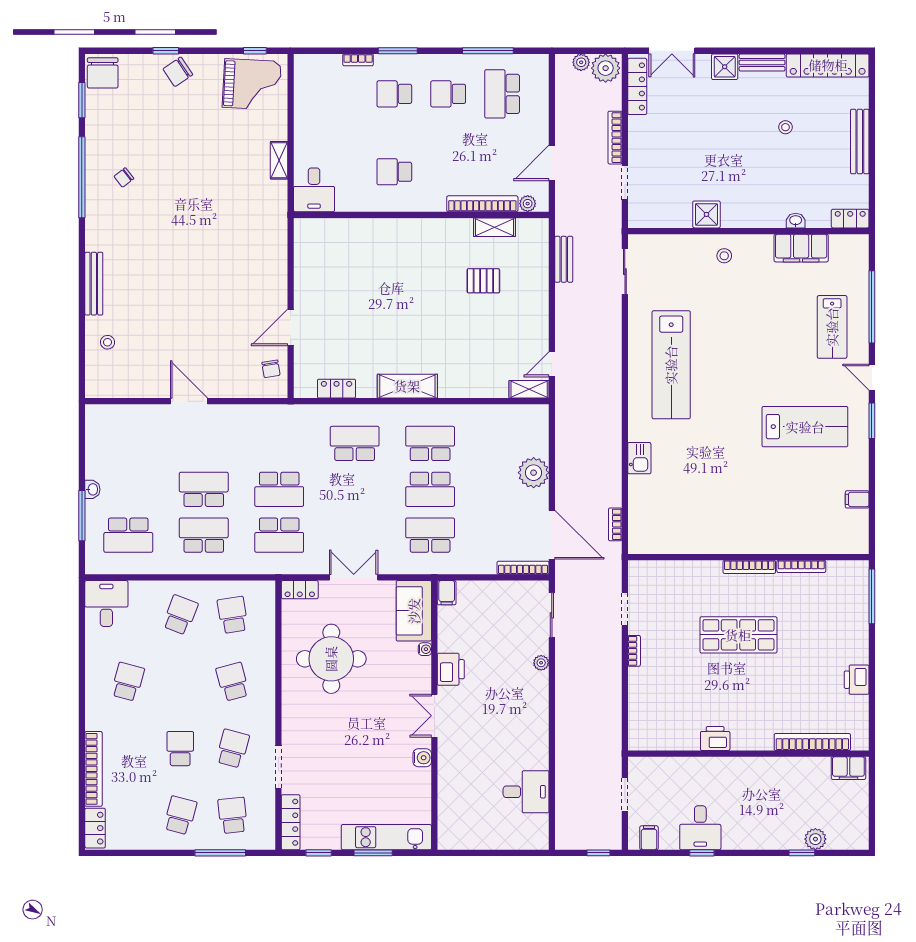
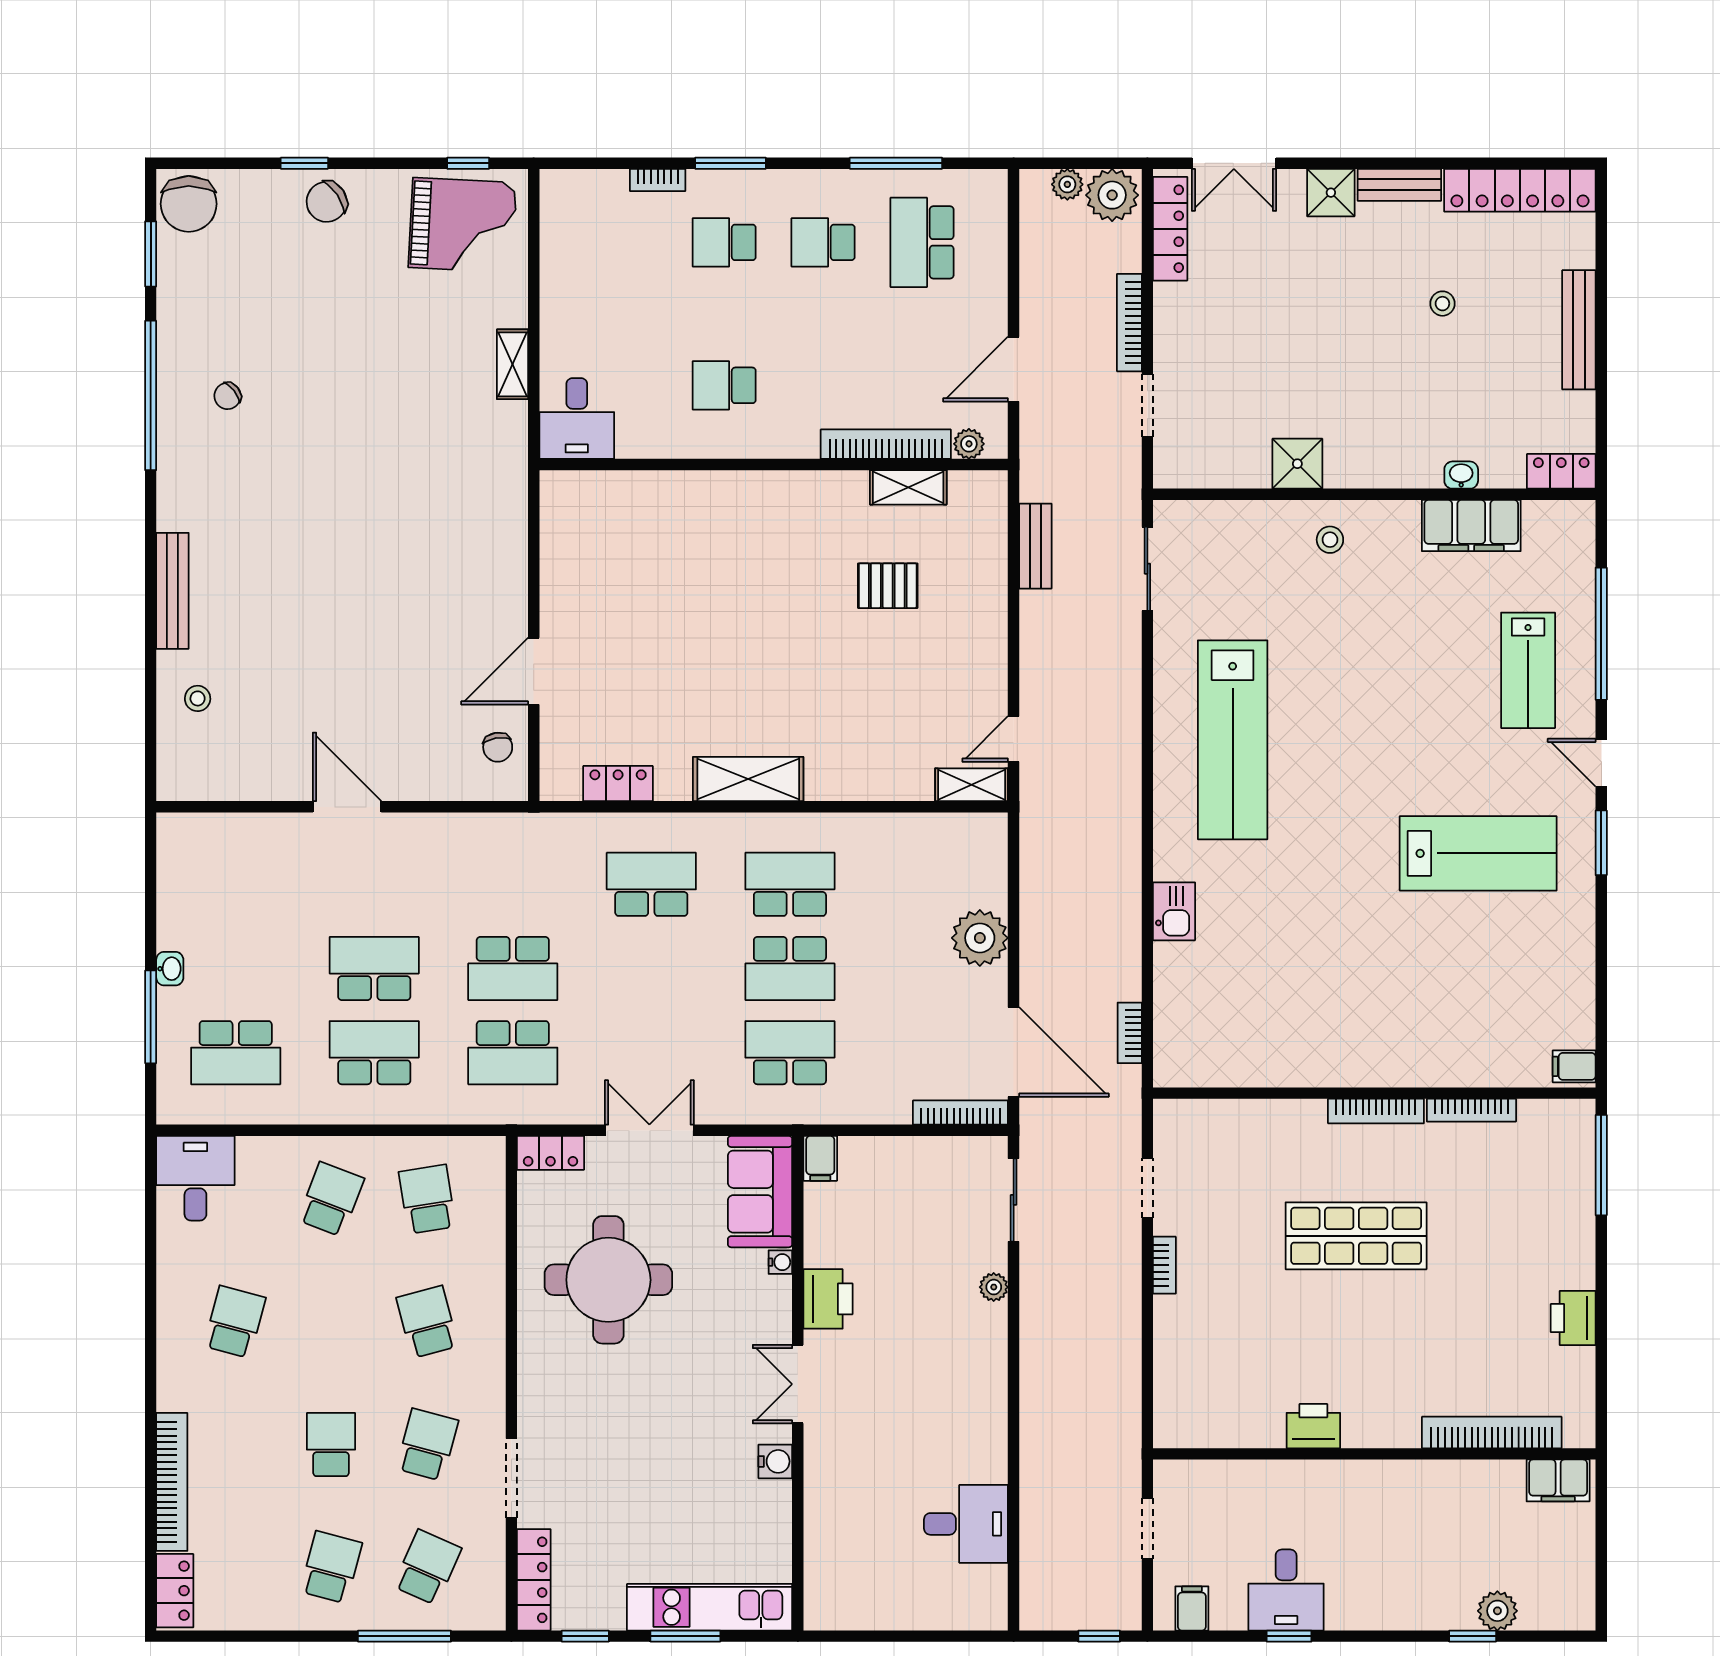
filing cabinet: (857, 499) -> (1574, 1066), moved
school desk: (233, 815) -> (427, 1567), turned 30

